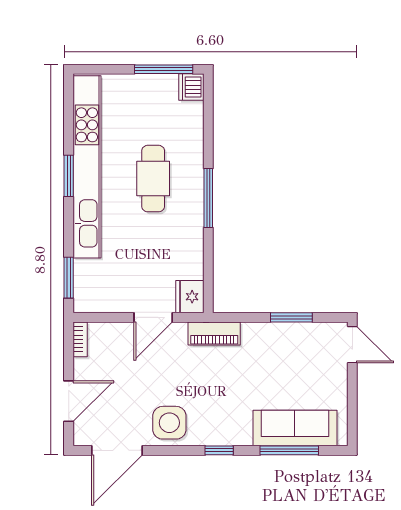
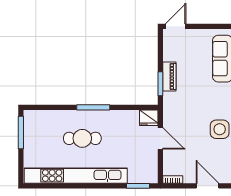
dishwasher: (191, 87) -> (31, 117), removed
window: (69, 176) -> (81, 186), removed
window: (291, 317) -> (160, 84), moved
piano: (214, 333) -> (169, 77), moved

